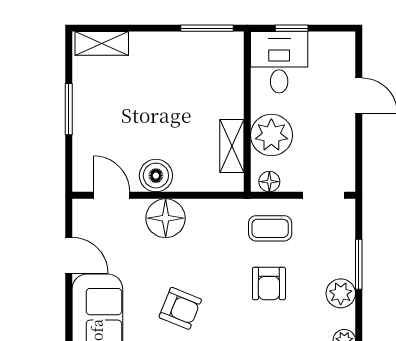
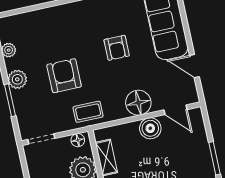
coffee table: (270, 228) -> (88, 112), moved
armchair: (269, 284) -> (64, 76), width x1.38, depth x1.38
armchair: (180, 308) -> (117, 48), turned -112

